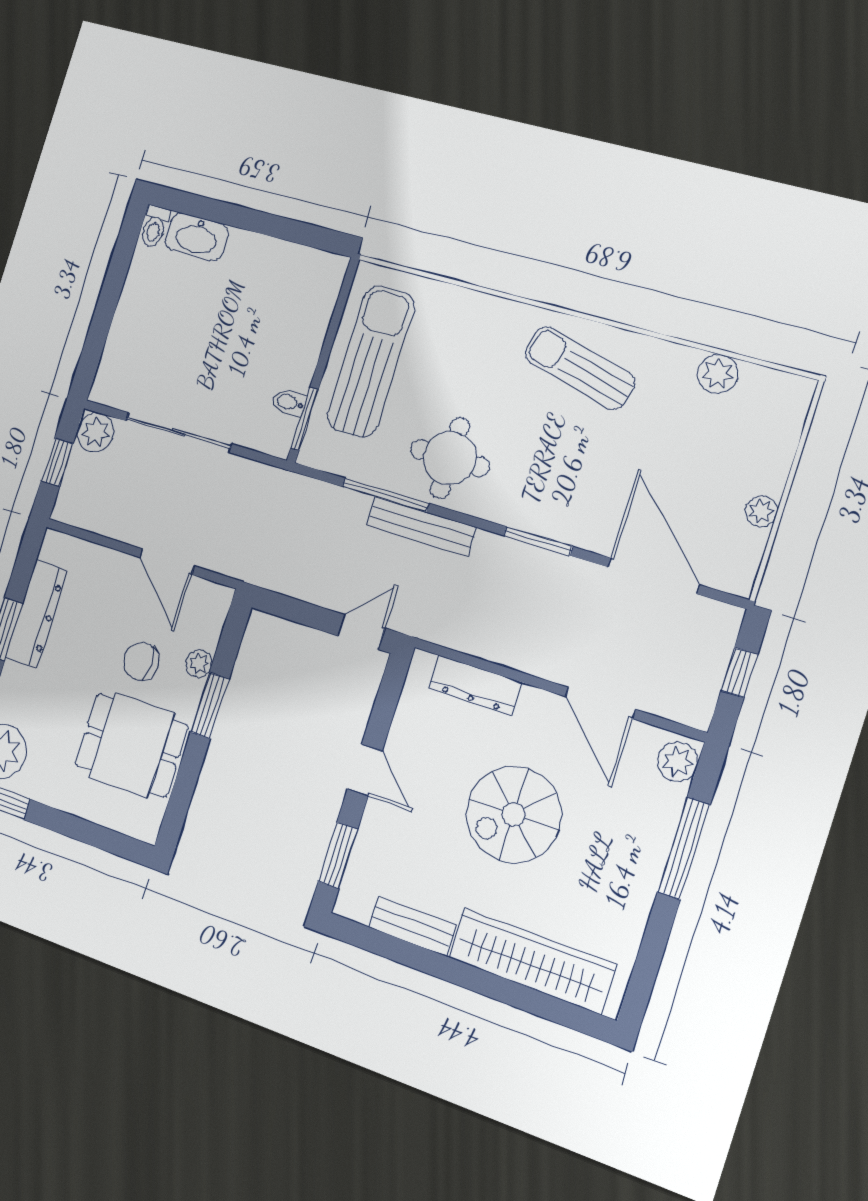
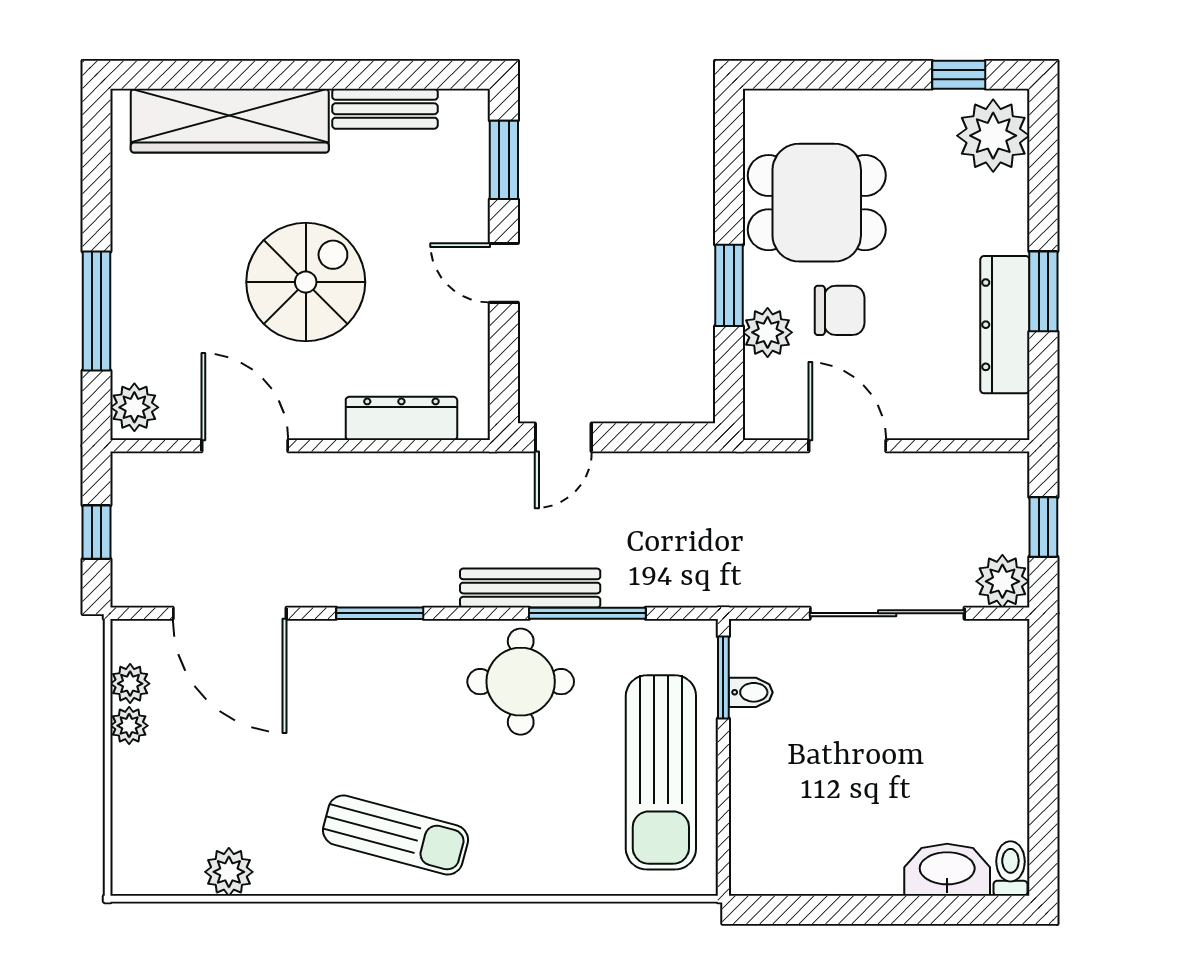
plant: (750, 544) -> (130, 684), added
plant: (199, 664) -> (768, 332), width x1.38, depth x1.38

